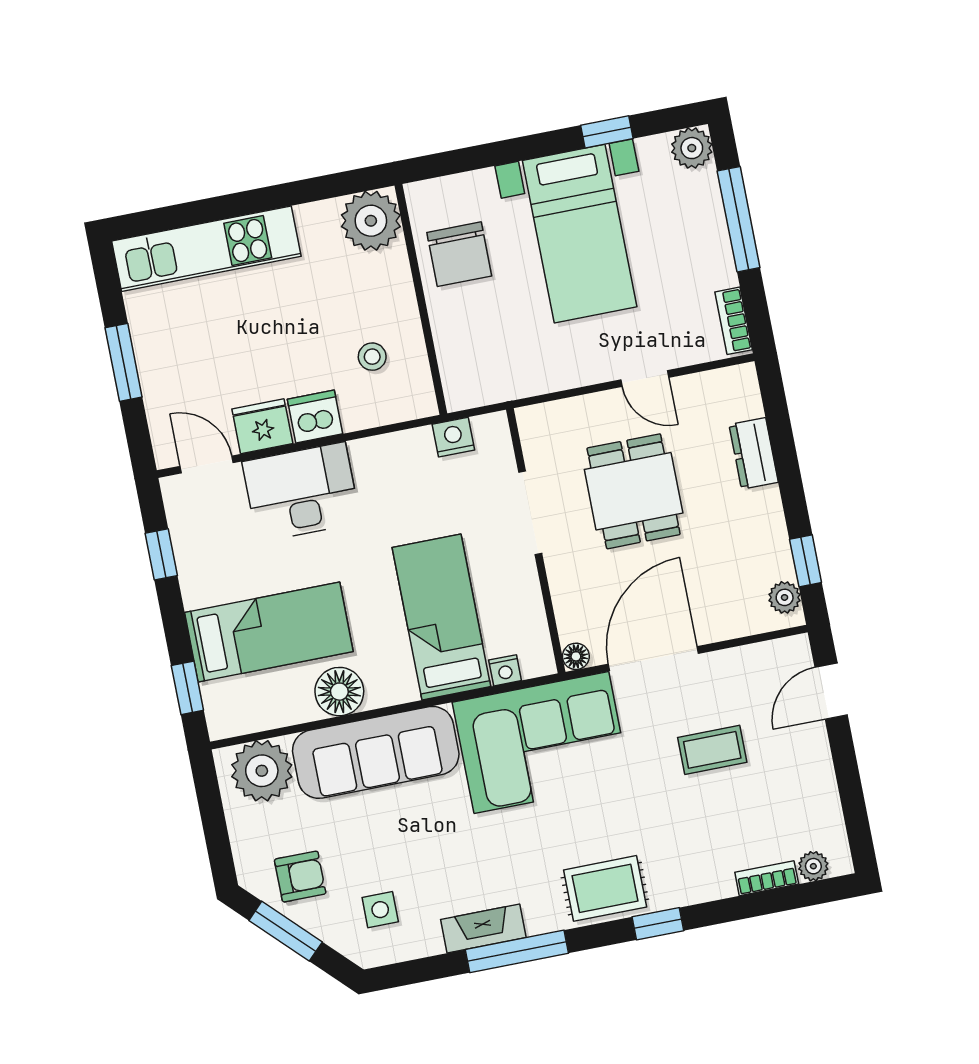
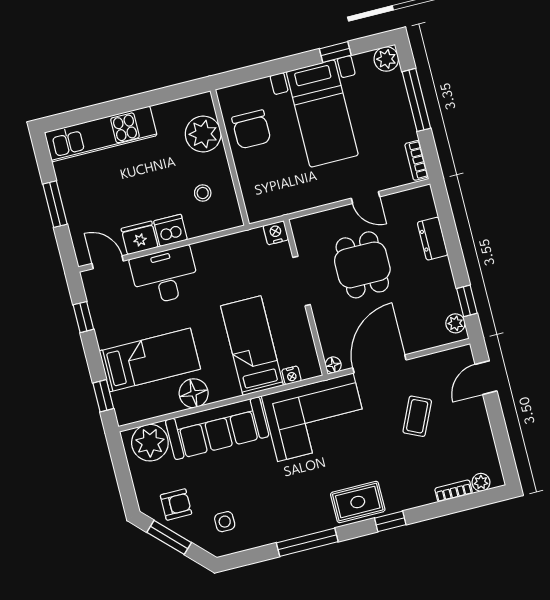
plant: (371, 221) -> (203, 134), moved
nightstand: (453, 437) -> (276, 233), moved
coffee table: (712, 750) -> (417, 416), turned -65
fireplace: (483, 929) -> (287, 530), removed

